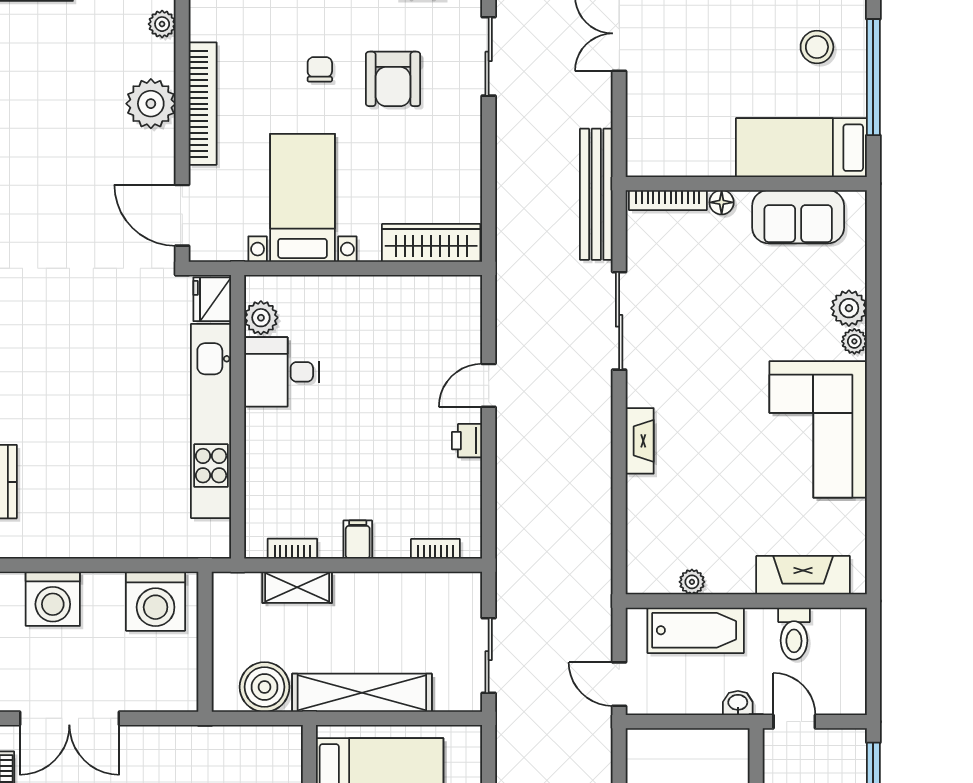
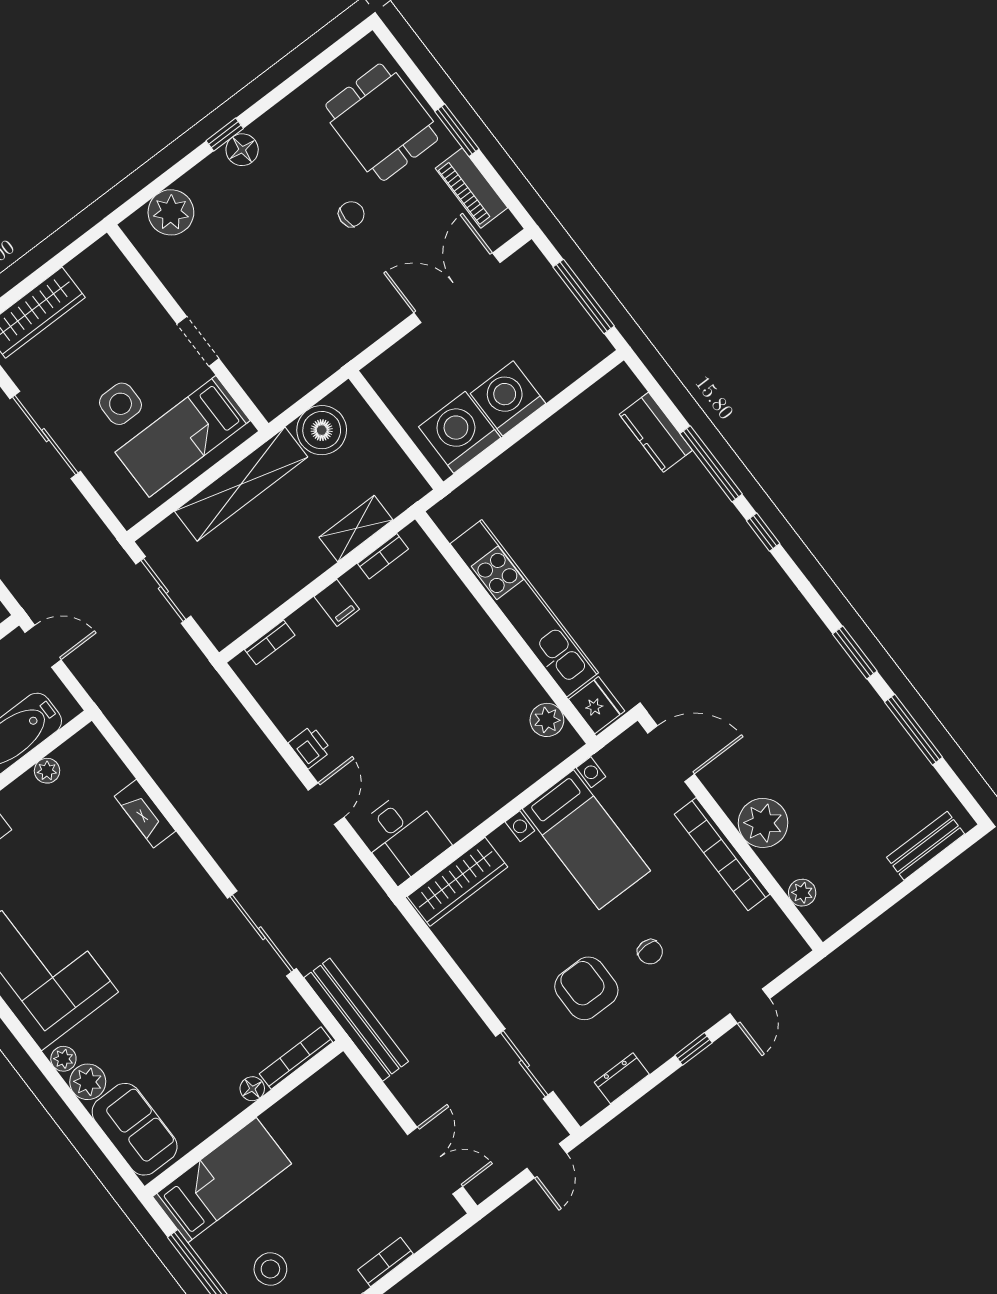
sofa: (798, 217) -> (135, 1129), moved, turned 90
desk: (282, 372) -> (403, 837), moved, turned 90
fireplace: (640, 441) -> (145, 814), moved
washing machine: (53, 599) -> (508, 398), moved

